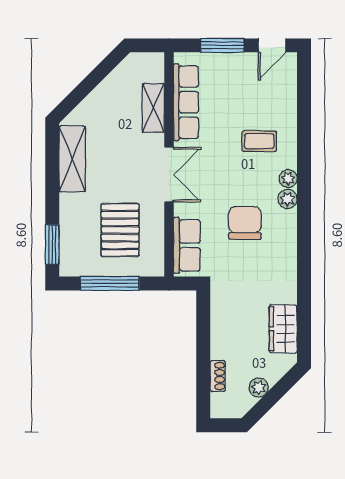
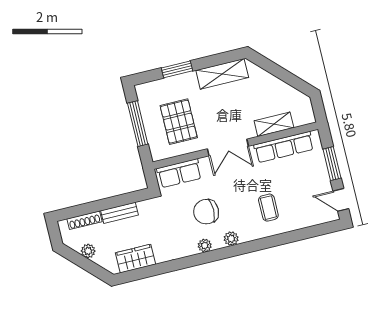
plant: (288, 179) -> (205, 246), moved
chair: (245, 223) -> (206, 212), turned 180
pallet: (120, 230) -> (179, 122), turned 90
window: (52, 245) -> (177, 69), moved
bench: (219, 335) -> (120, 213), added
shoe rack: (218, 376) -> (84, 220), width x1.43

